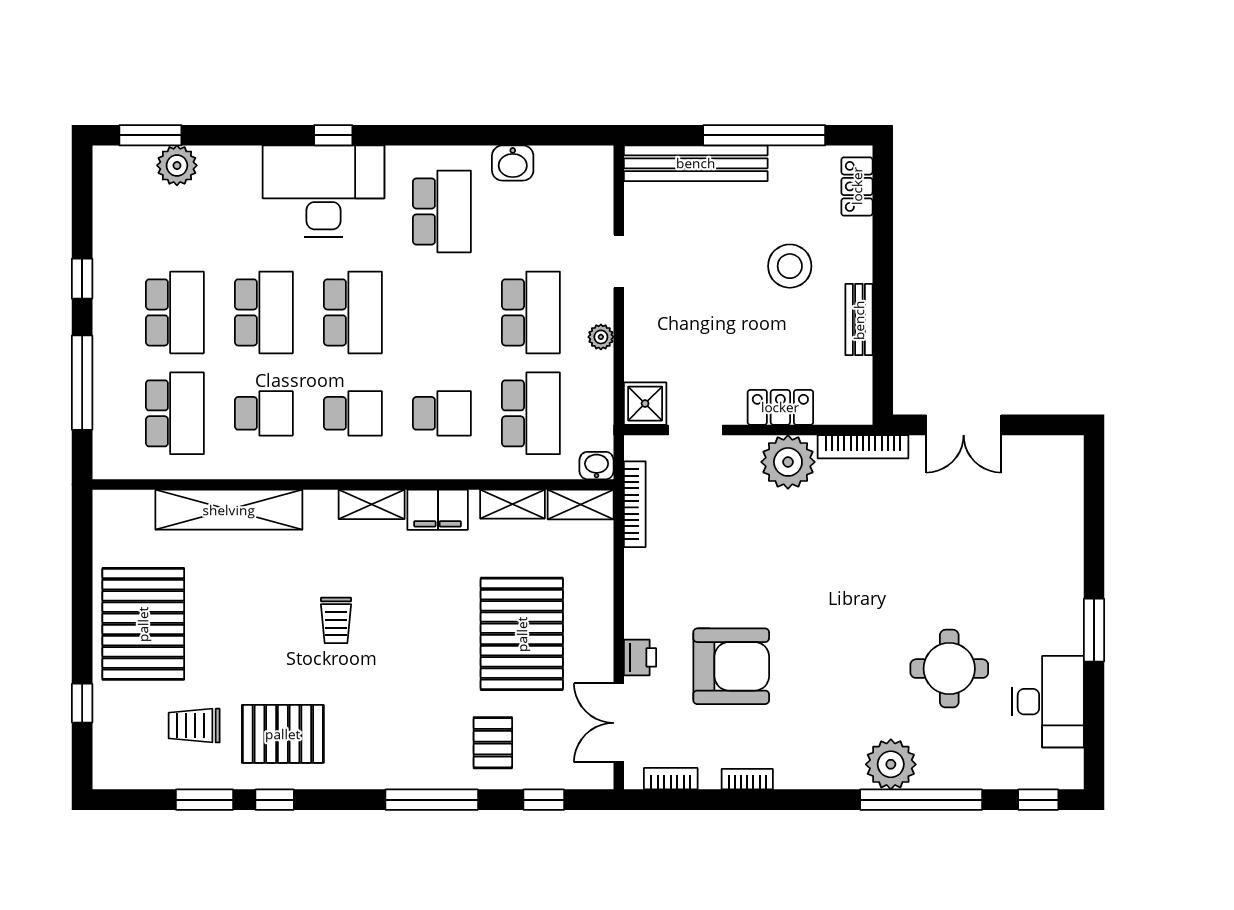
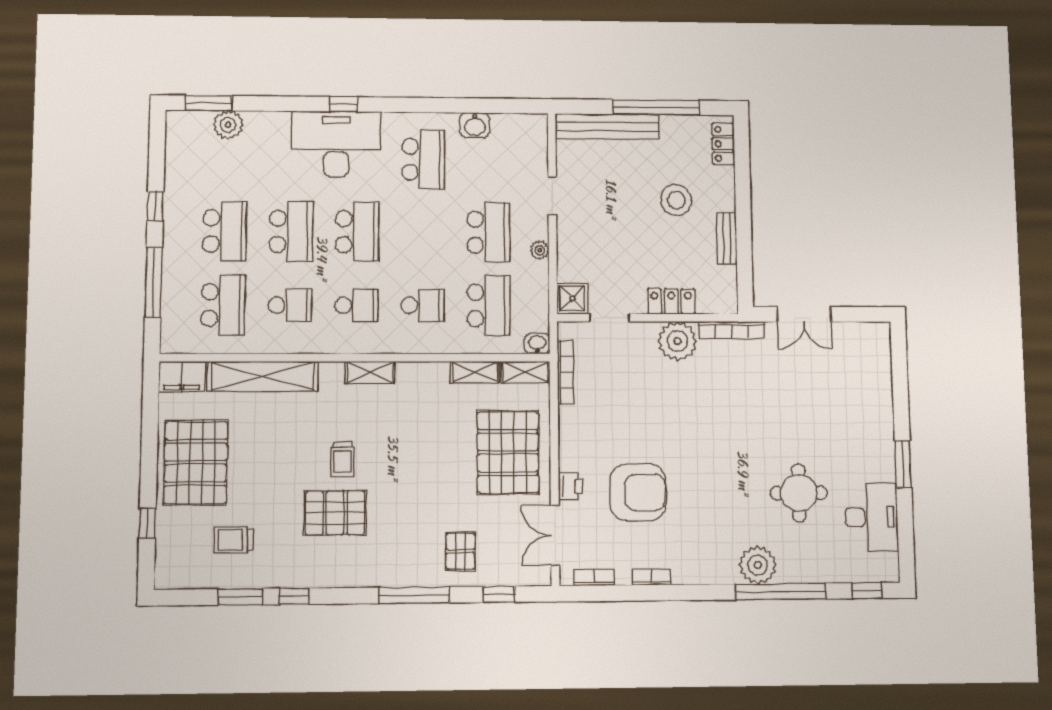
filing cabinet: (438, 510) -> (182, 377), moved
pallet: (522, 634) -> (508, 452), moved
pallet: (283, 734) -> (335, 513), moved

